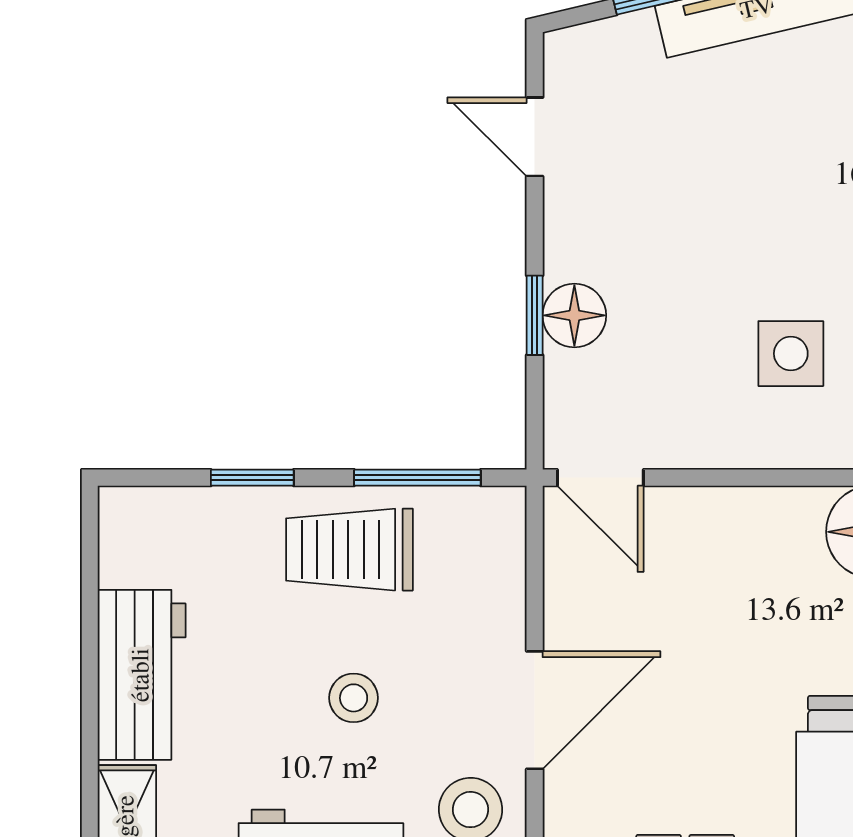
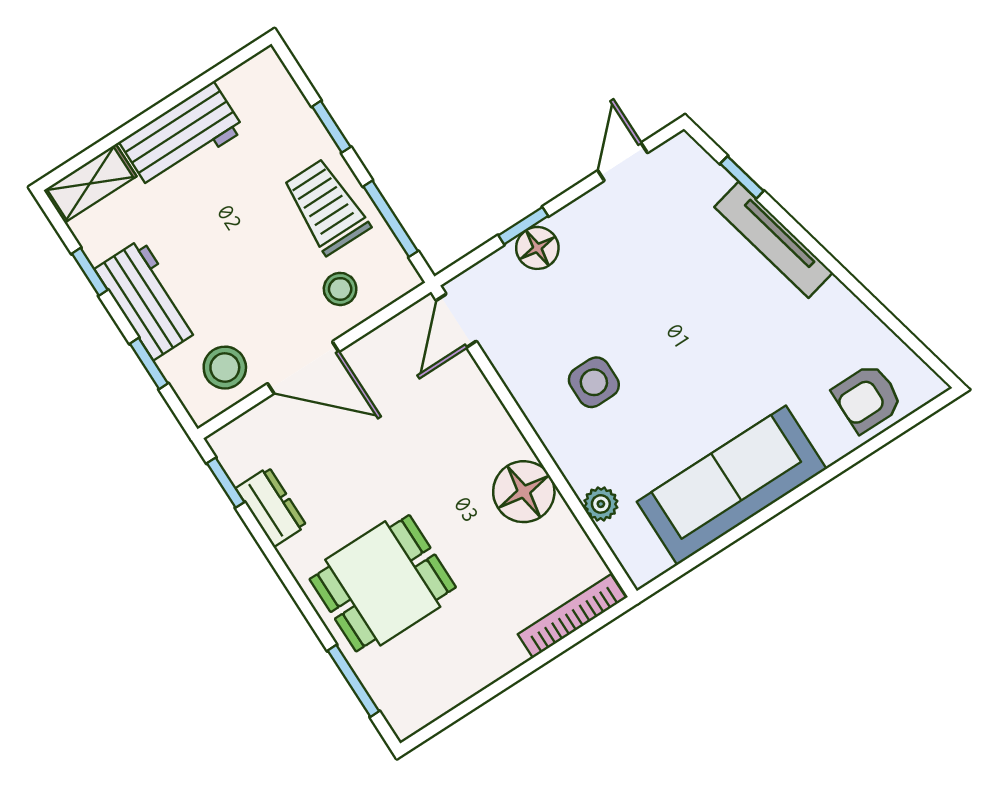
stool: (354, 698) -> (340, 289), moved

